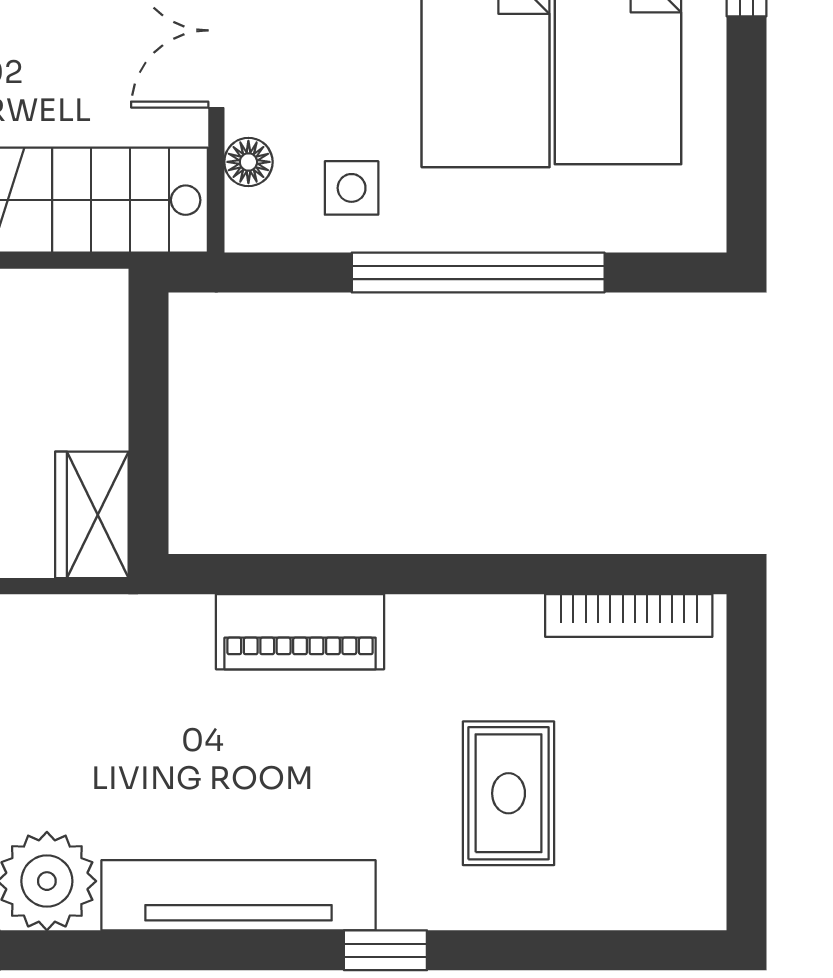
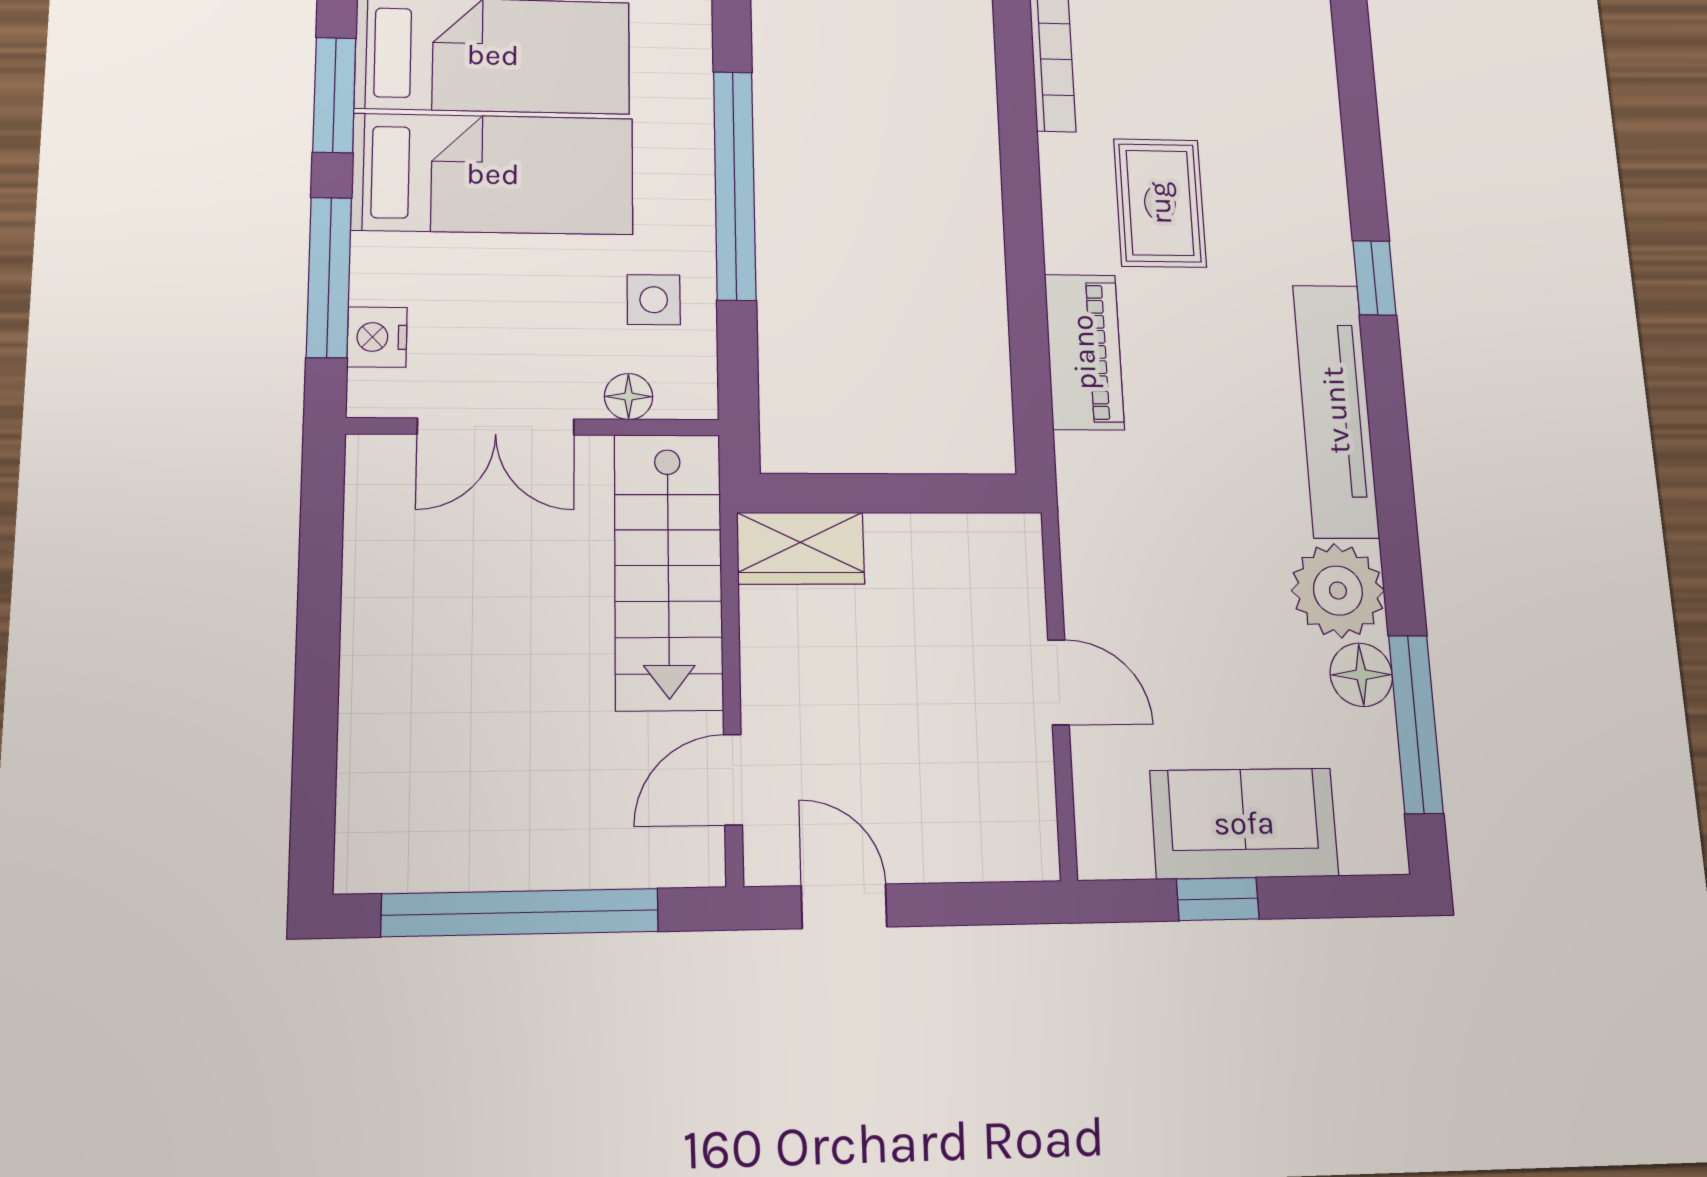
wardrobe: (92, 515) -> (801, 548), moved
rug: (509, 793) -> (1160, 203), moved, turned 90

